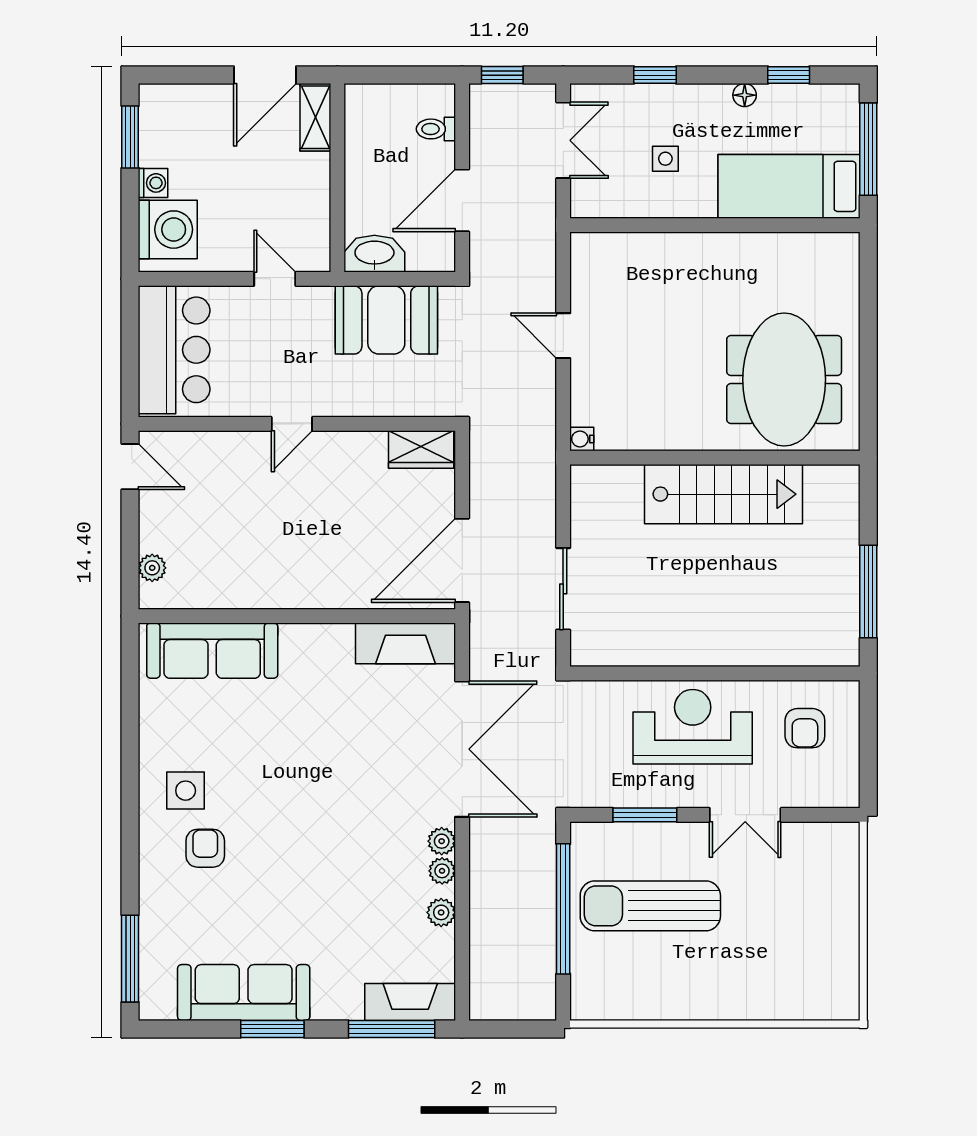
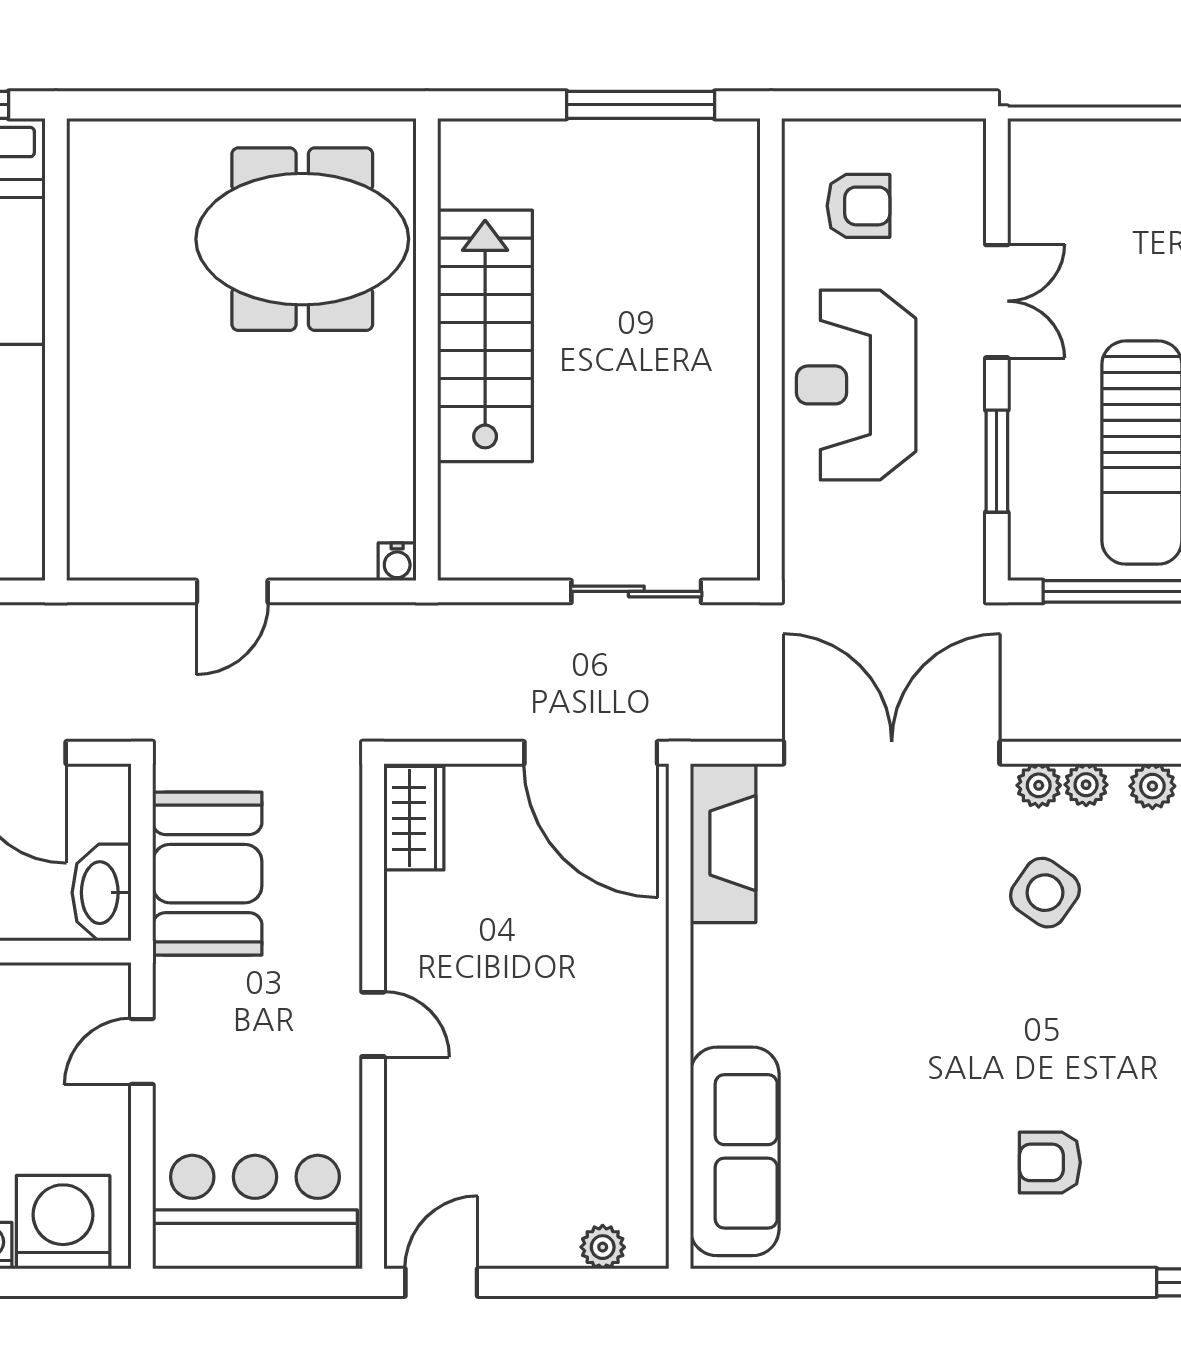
side table: (186, 791) -> (1045, 893), moved, turned 35

